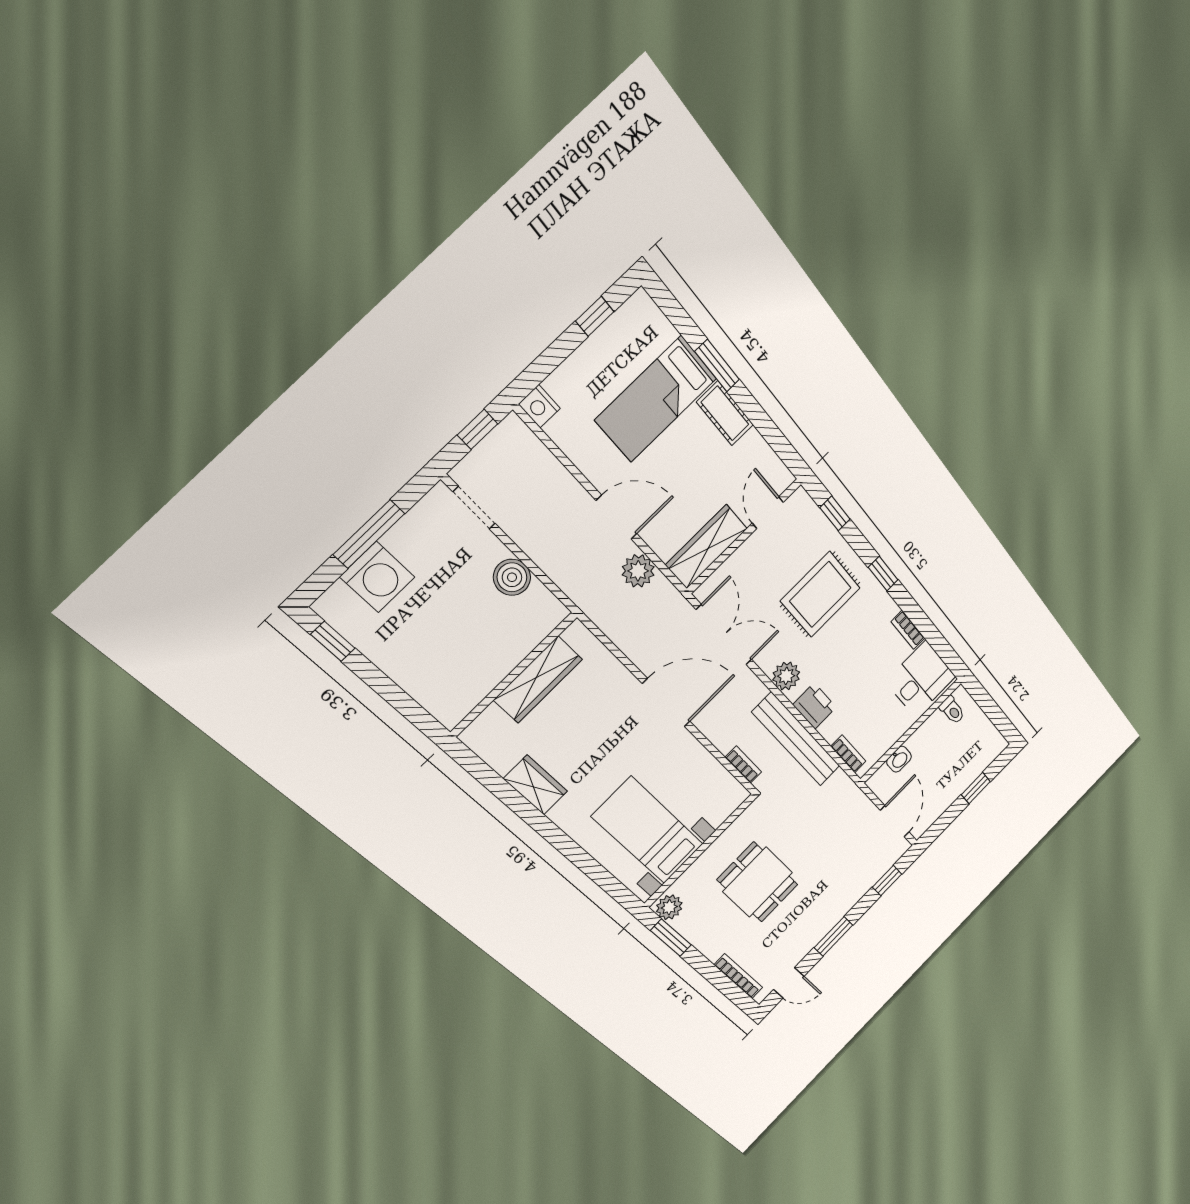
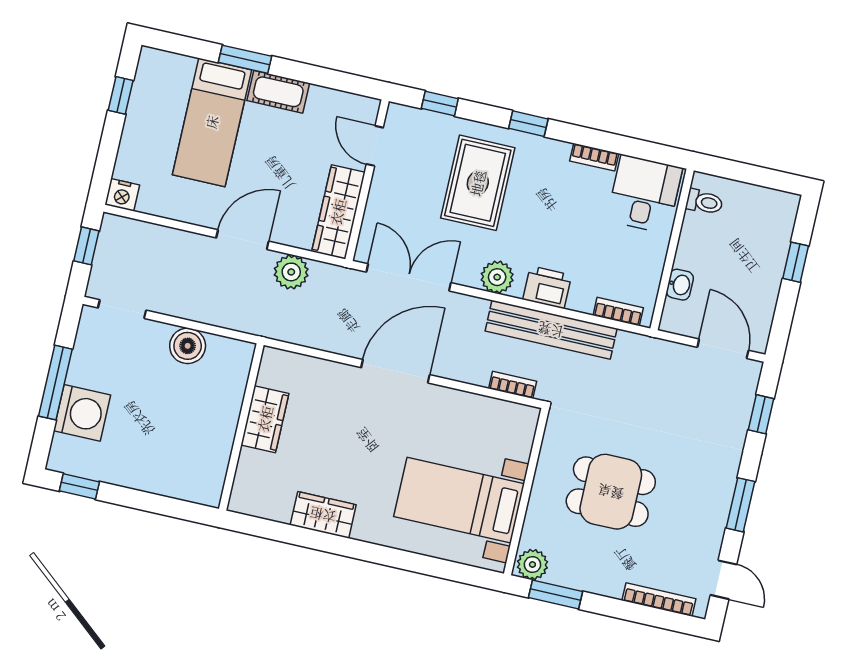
wardrobe: (538, 680) -> (265, 419), width x0.67
door: (789, 983) -> (724, 580), hinge flipped

